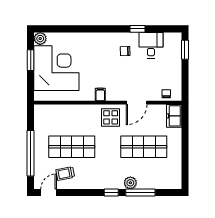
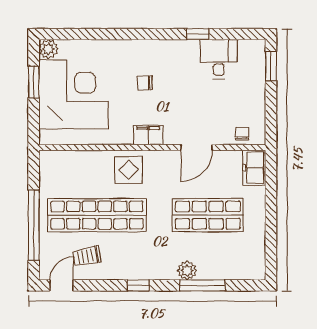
chair: (125, 51) -> (145, 83), moved
filing cabinet: (100, 95) -> (148, 135), width x2.00
display table: (111, 117) -> (129, 170), moved
shop shelf: (72, 147) -> (97, 215), width x1.40
window: (111, 193) -> (138, 285), moved

